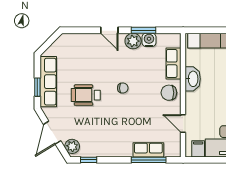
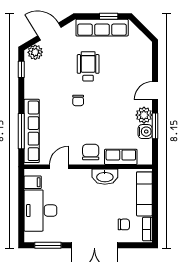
window: (37, 87) -> (109, 16), moved
chair: (123, 88) -> (78, 100), moved
row of seats: (148, 150) -> (32, 131), width x2.02

